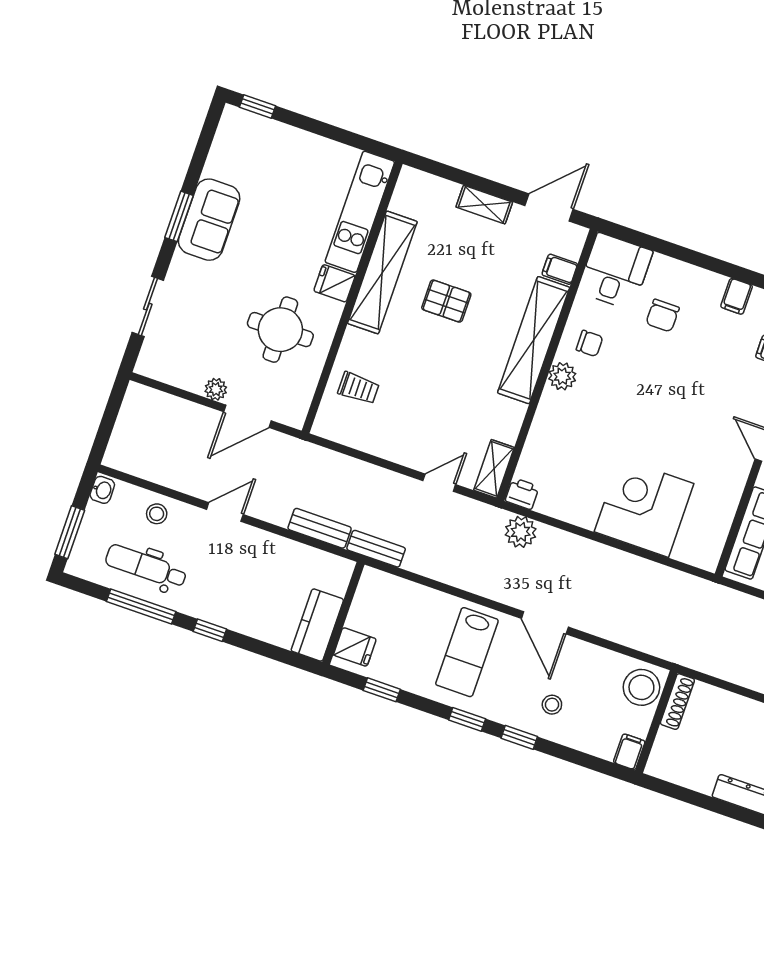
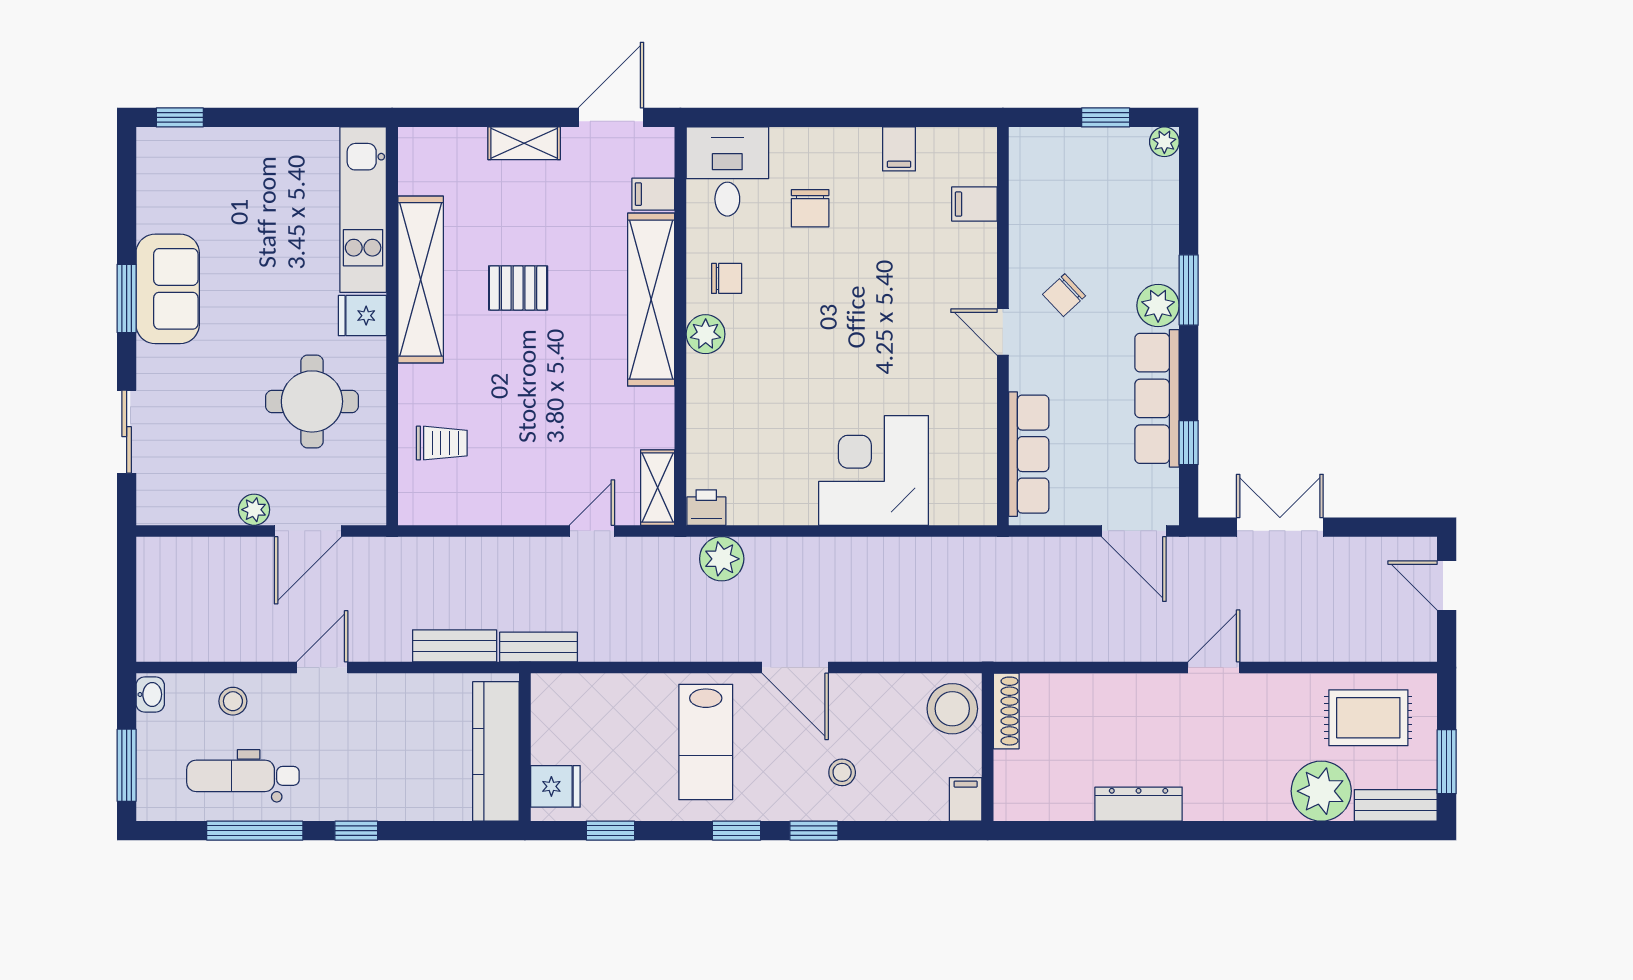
kitchen counter: (317, 625) -> (496, 751), width x1.50

